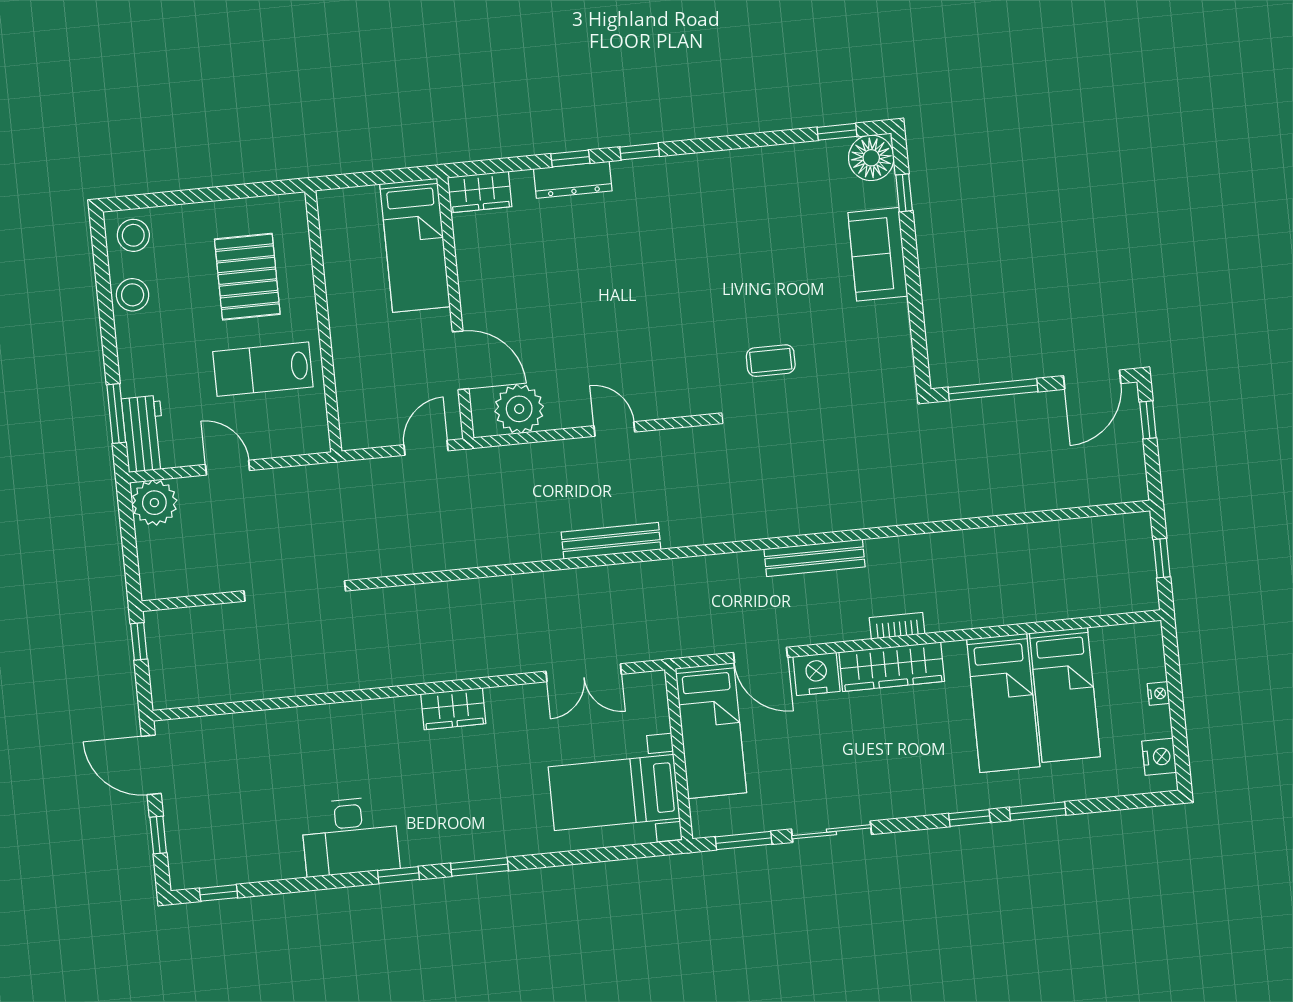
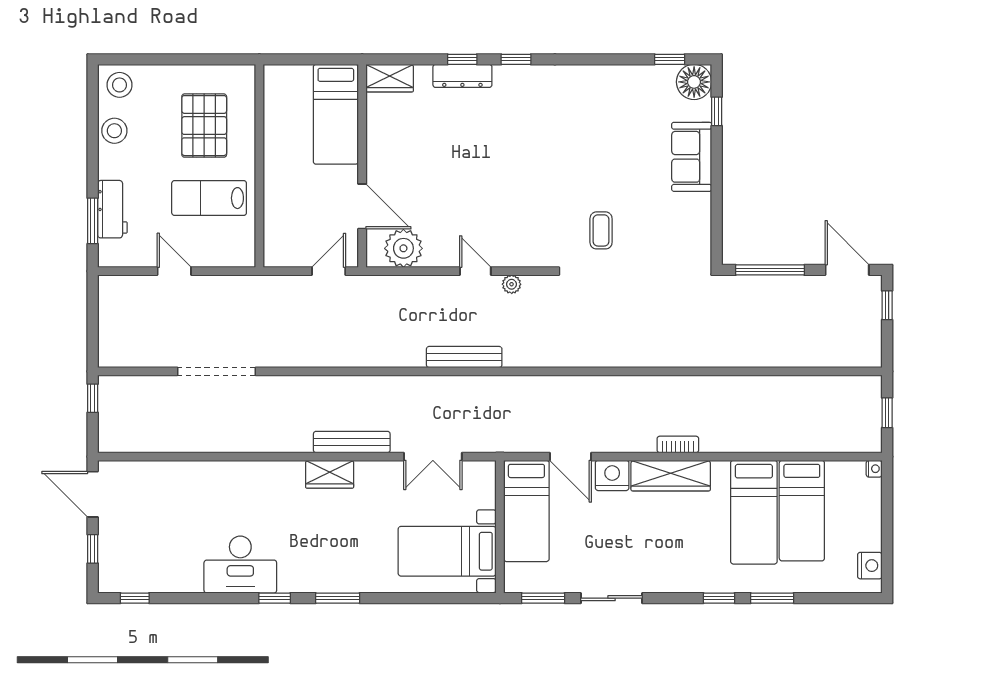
coffee table: (771, 361) -> (601, 230), turned 90
door: (1092, 380) -> (847, 270), swing flipped
workbench: (144, 434) -> (112, 209), moved
plant: (154, 503) -> (512, 284), moved, width x0.53, depth x0.53
bench: (814, 558) -> (352, 442), moved
nightstand: (1158, 694) -> (874, 469), moved

